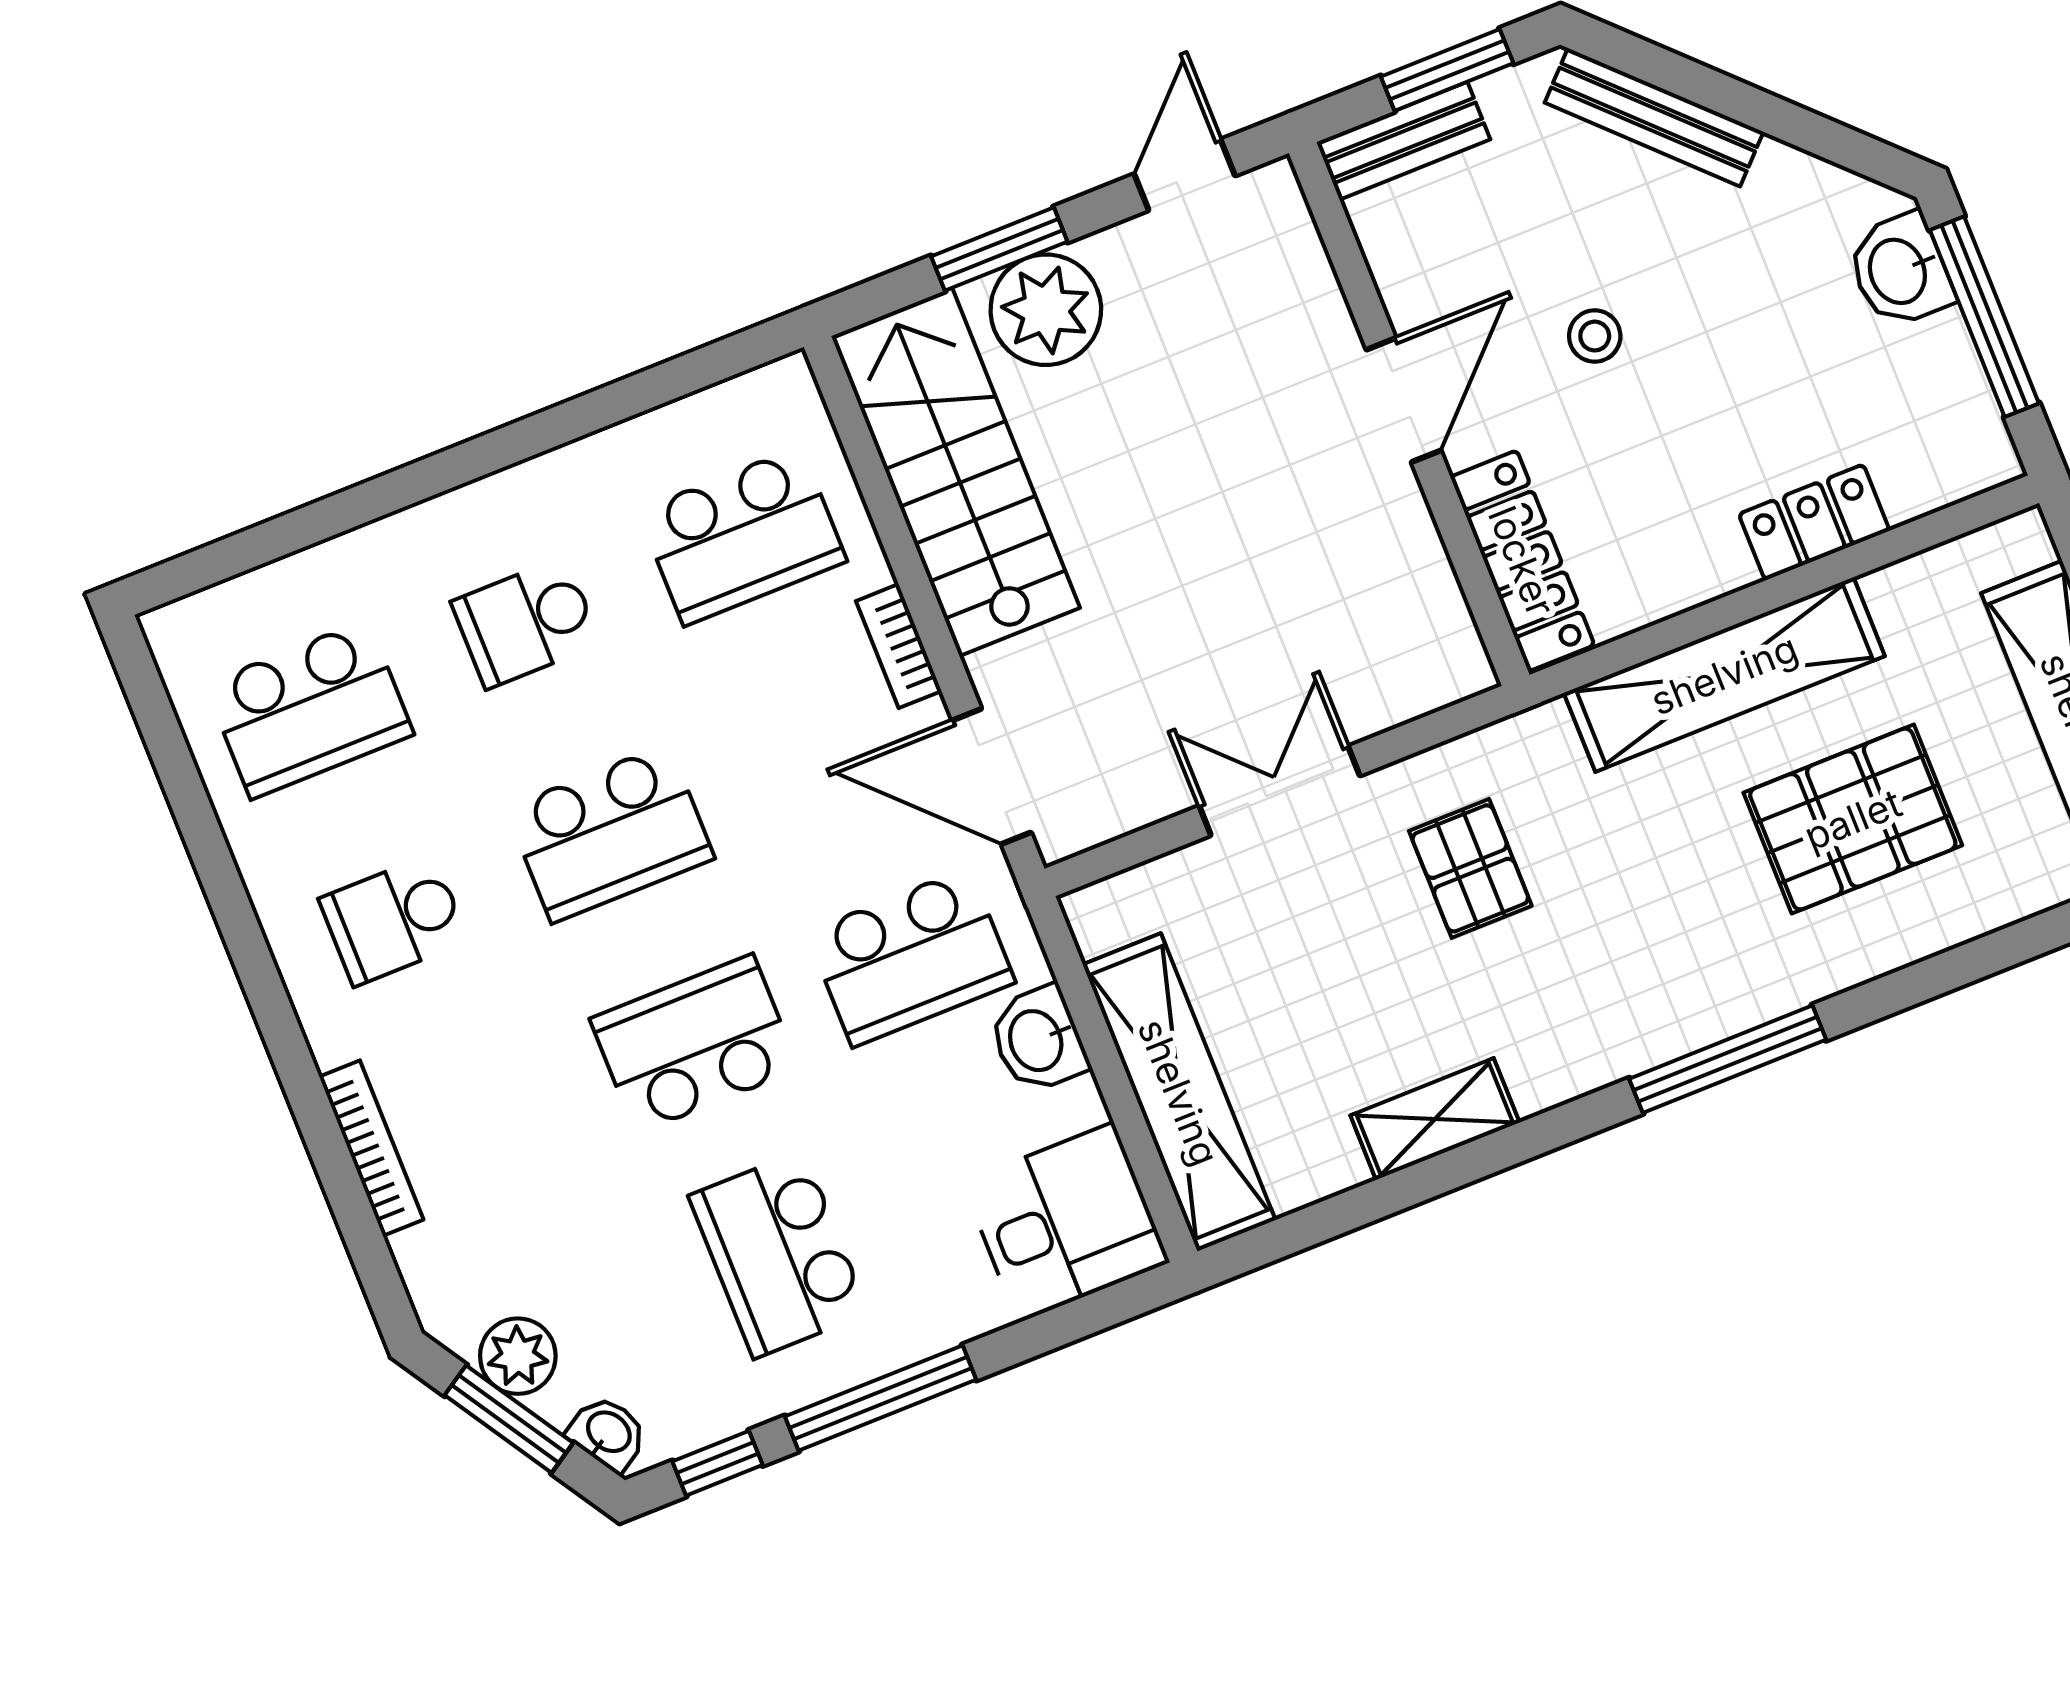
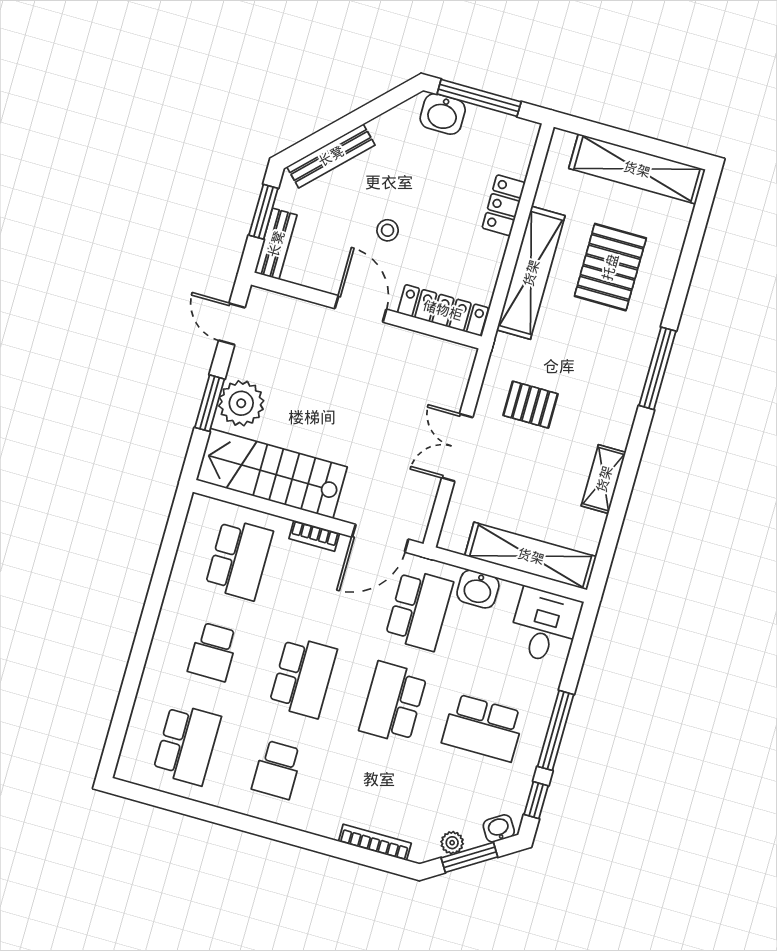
bookcase: (371, 1148) -> (375, 842), moved
plant: (518, 1356) -> (452, 843), width x0.73, depth x0.73

